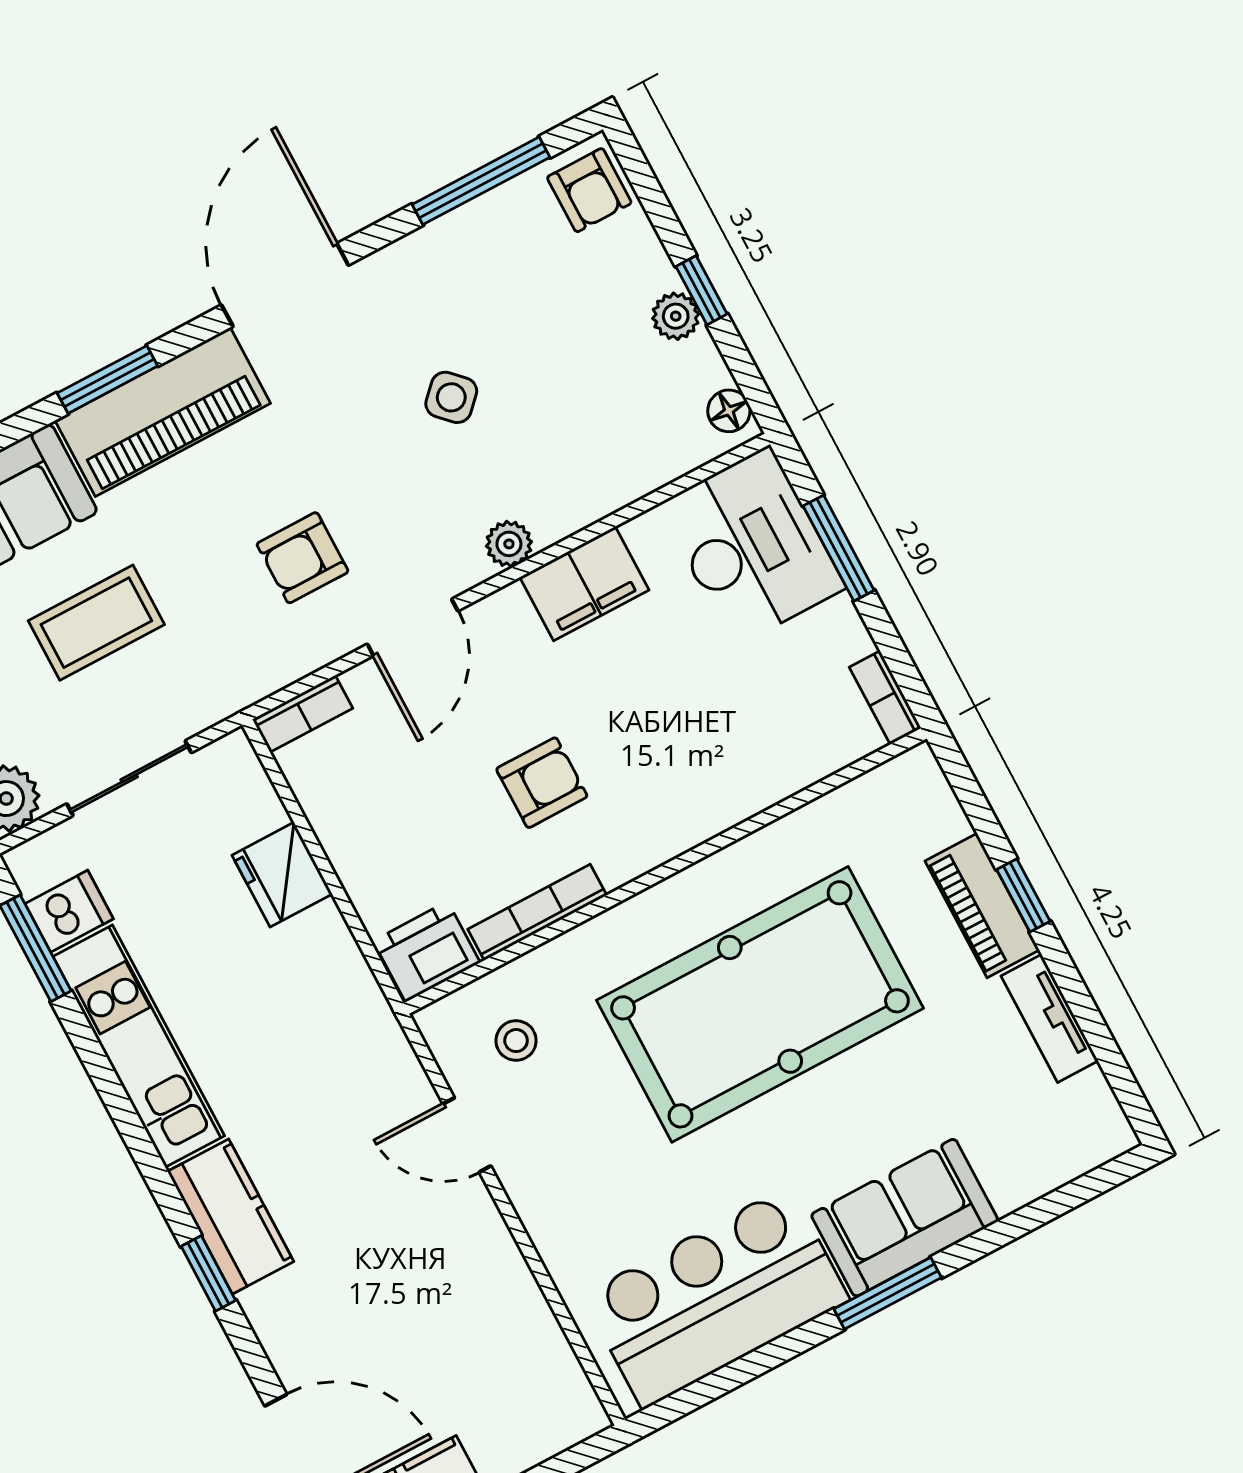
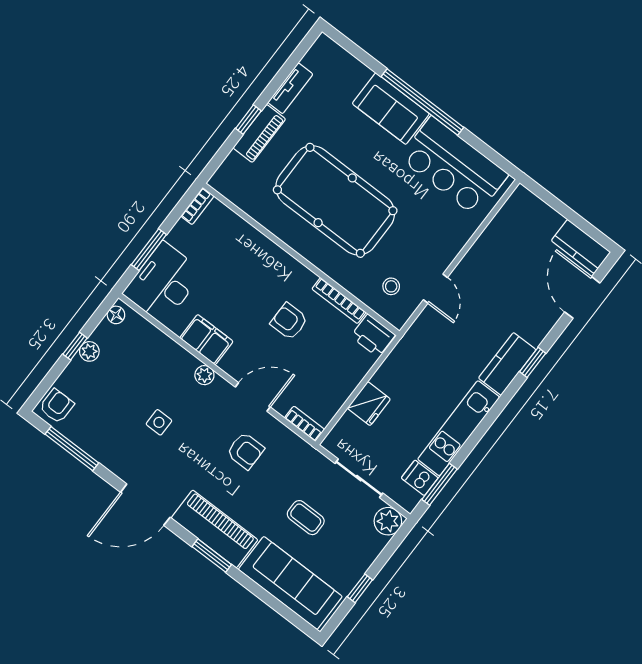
side table: (451, 397) -> (159, 422), turned 45
coffee table: (96, 623) -> (306, 518), width x0.73, depth x0.77
window: (888, 1293) -> (422, 102), width x2.11

